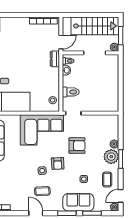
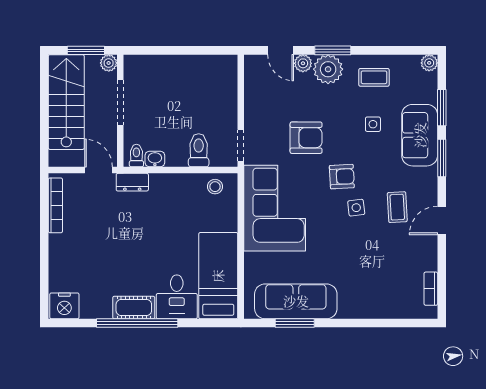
armchair: (77, 146) -> (306, 138), turned 90
door: (121, 196) -> (281, 50), moved

